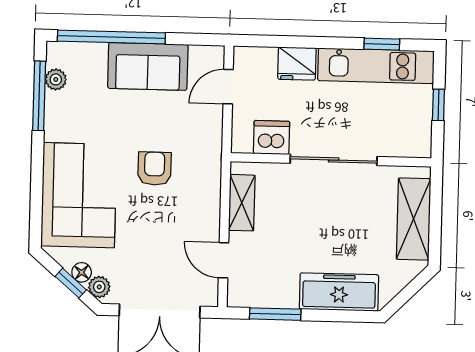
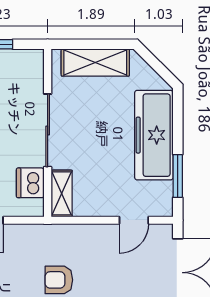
shelving: (242, 203) -> (62, 193), moved, turned 90
freezer: (339, 292) -> (154, 135), width x1.36, depth x1.26

